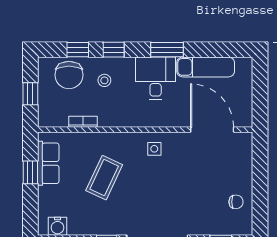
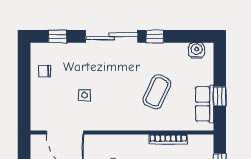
bookcase: (83, 122) -> (168, 139), width x1.56
side table: (154, 149) -> (85, 95), moved

